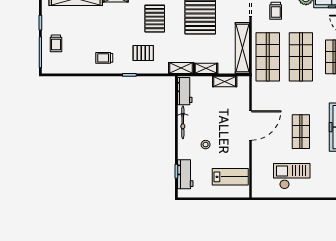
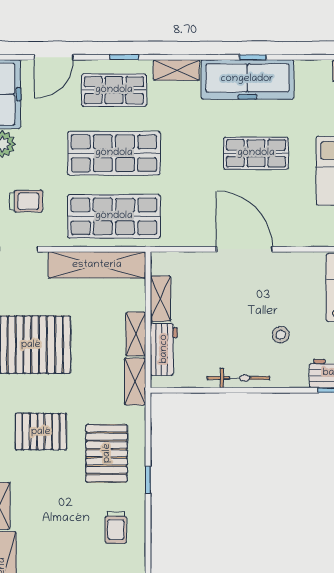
pallet: (143, 53) -> (107, 453), width x1.50, depth x1.42
workbench: (185, 91) -> (164, 349), moved, turned 90

